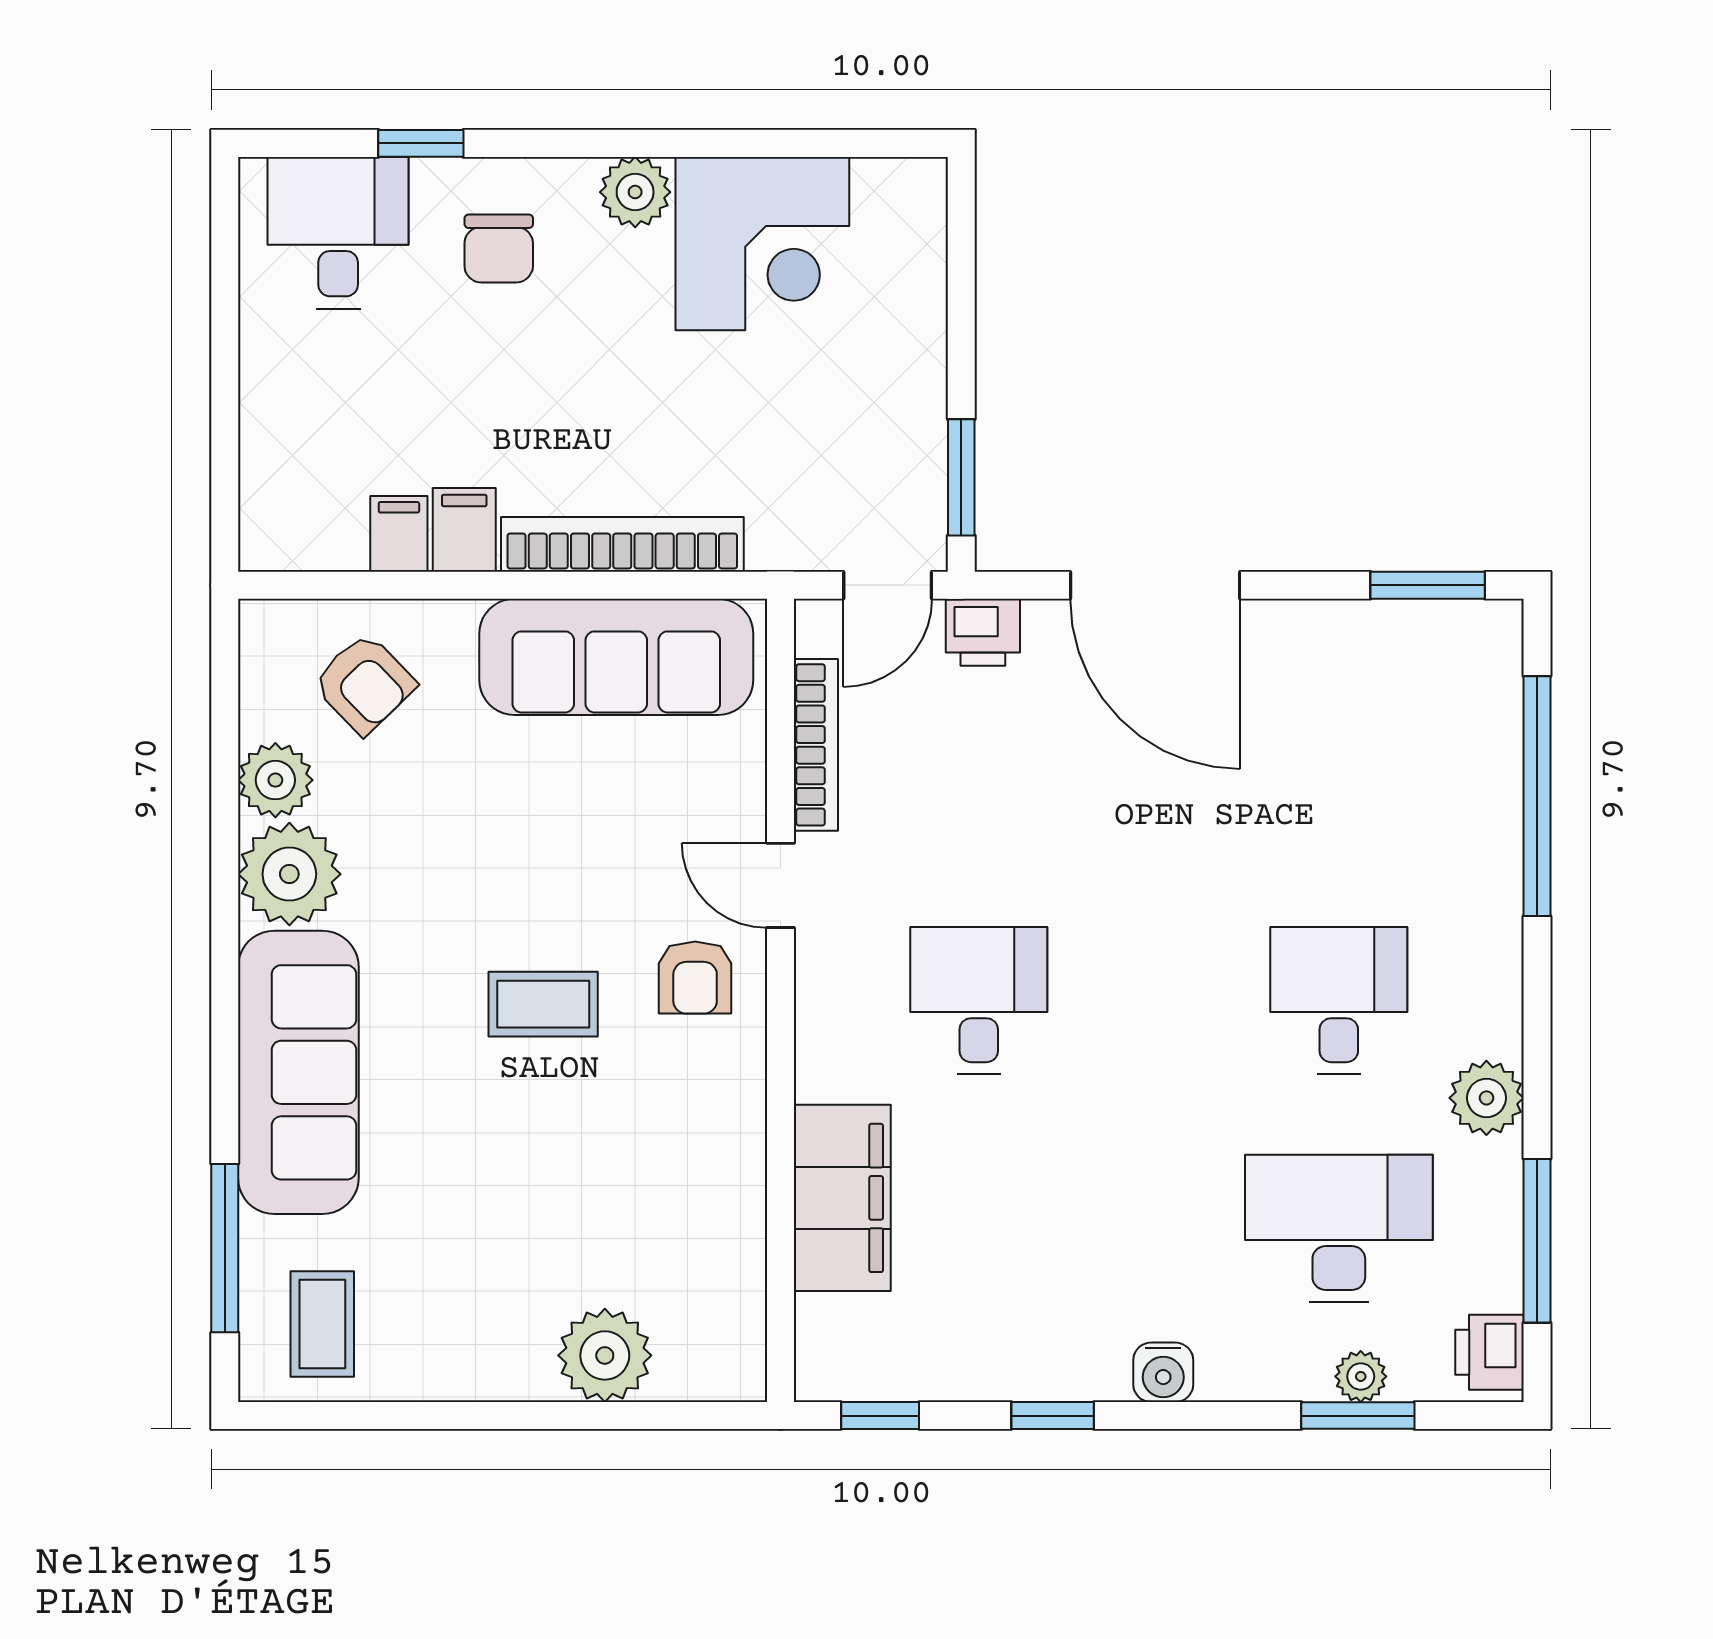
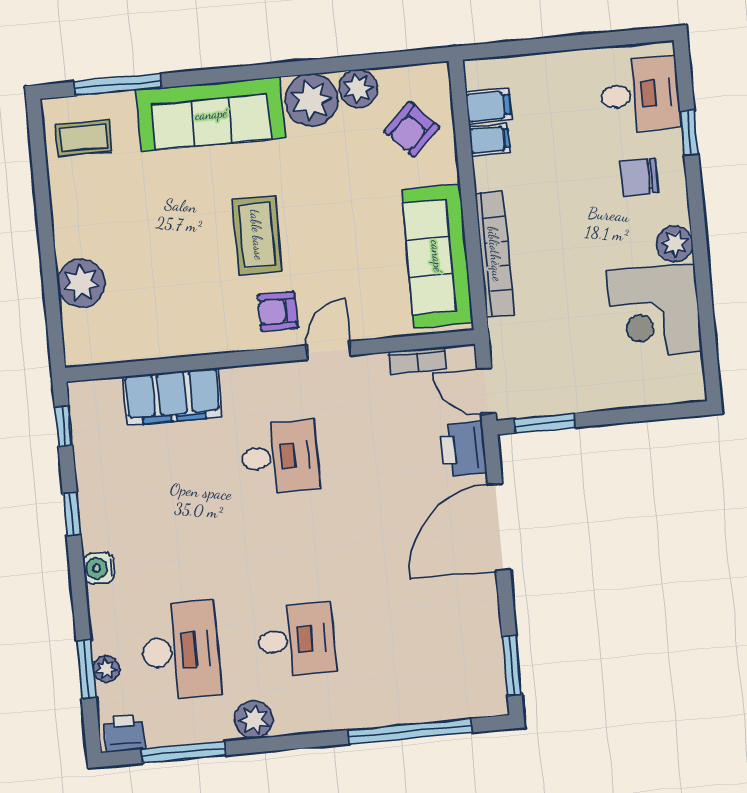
filing cabinet: (464, 530) -> (488, 106), moved
printer: (983, 632) -> (463, 449), width x1.36, depth x1.24
bookcase: (816, 745) -> (418, 360), width x0.64
coffee table: (543, 1004) -> (257, 235), width x1.36, depth x1.30

